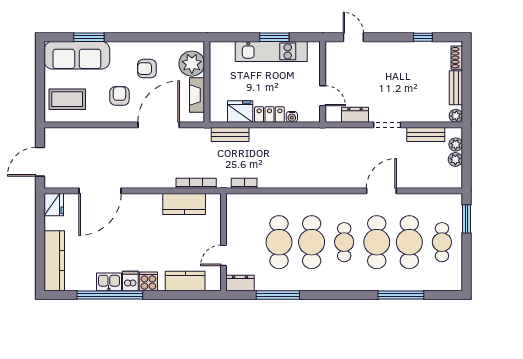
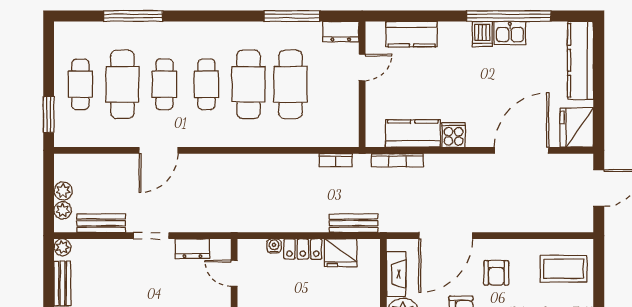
fridge: (54, 205) -> (577, 128), width x1.36, depth x1.34
cafe table: (377, 242) -> (164, 84), width x0.73, depth x0.74
cooker: (148, 281) -> (454, 135), moved, turned 180

